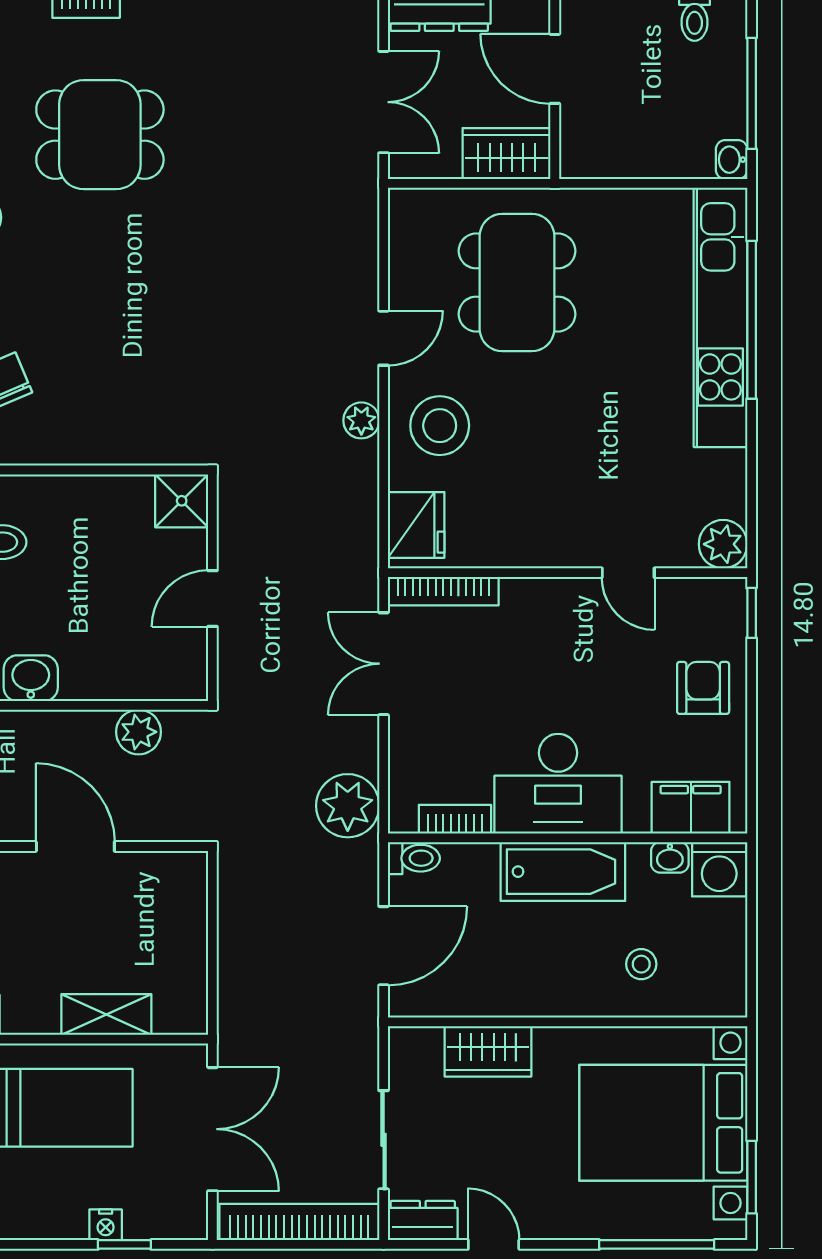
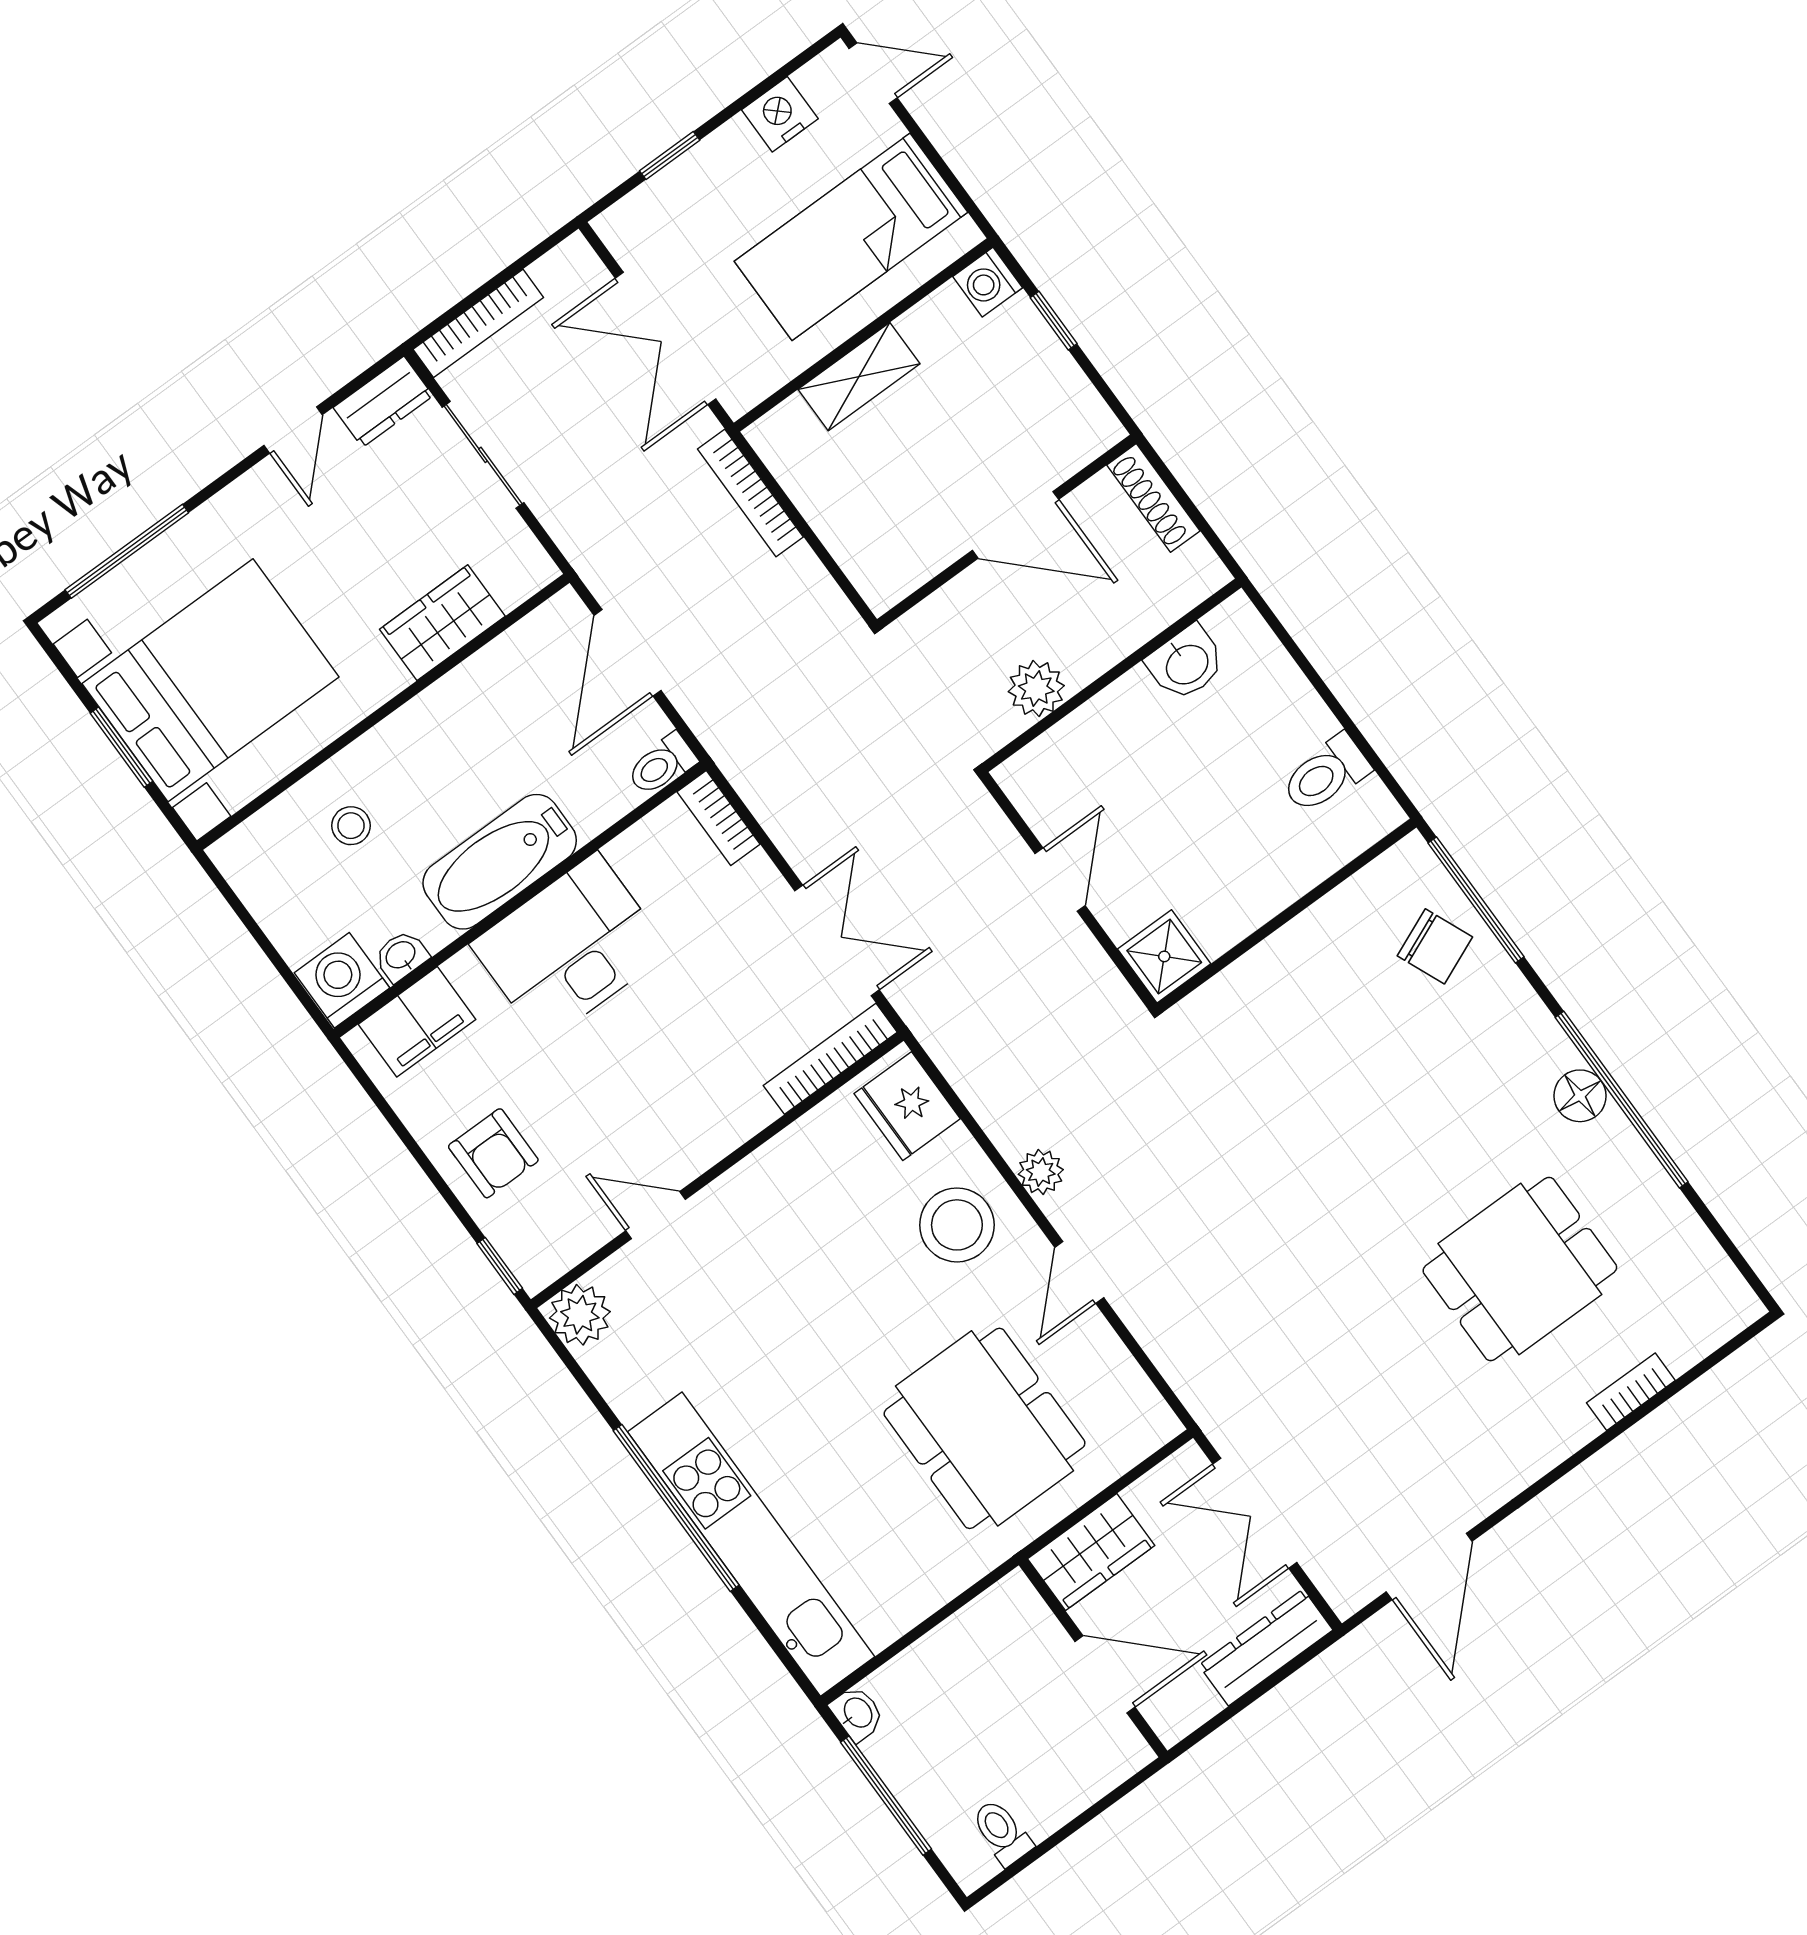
window: (752, 320) -> (676, 1508), moved
plant: (348, 806) -> (768, 769), removed
bookcase: (455, 819) -> (719, 818), moved, turned 90
bookcase: (230, 991) -> (750, 493), added
window: (752, 1177) -> (121, 747), moved
bookcase: (299, 1222) -> (478, 323), width x0.68, depth x0.76
nightstand: (106, 1225) -> (780, 114), moved, width x1.39, depth x1.35
door: (494, 1244) -> (293, 430), hinge flipped

